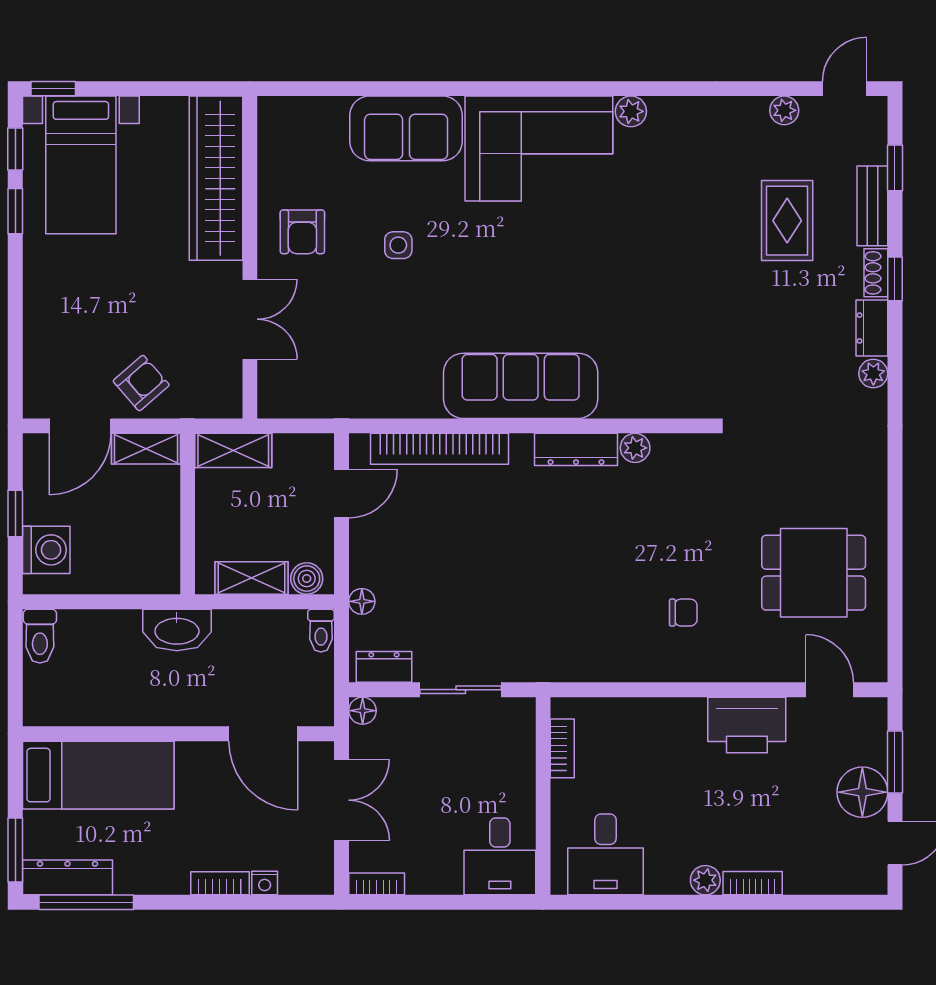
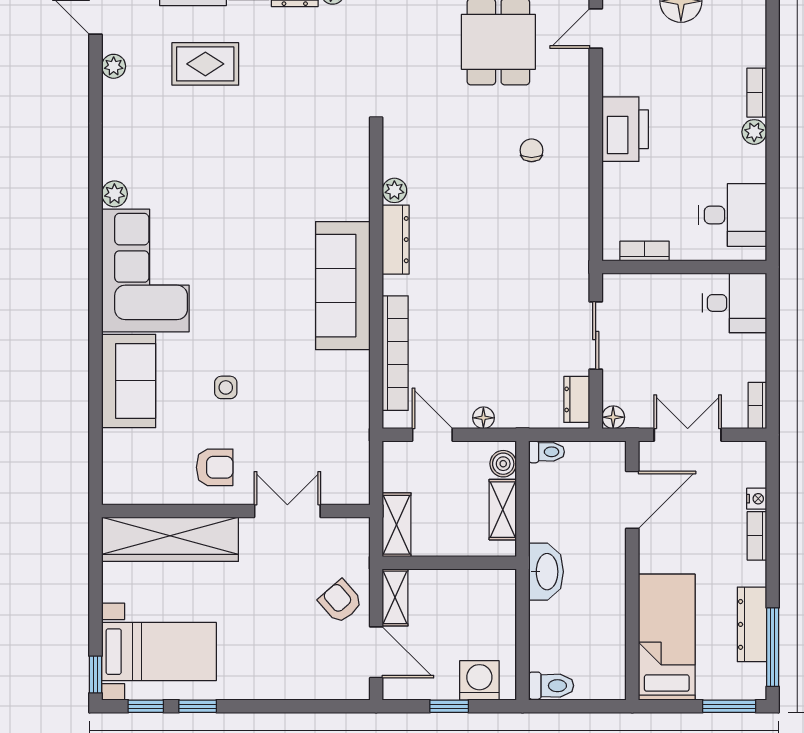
floor lamp: (362, 601) -> (483, 418), moved
printer: (747, 725) -> (625, 129), moved
dresser: (67, 877) -> (752, 624), moved

